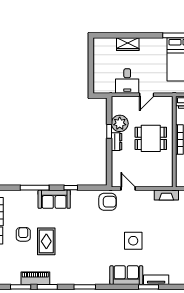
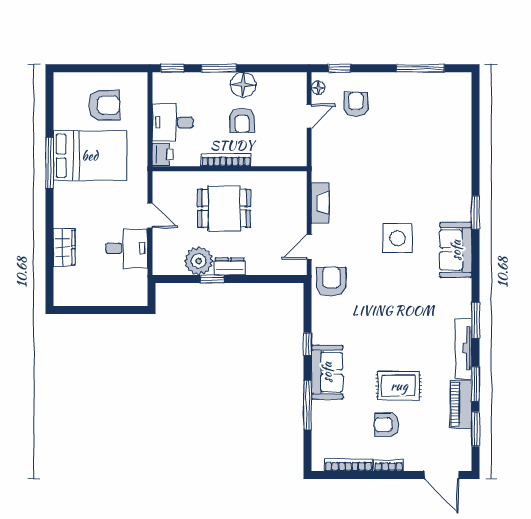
dining table: (151, 138) -> (224, 208), turned 90
fireplace: (166, 195) -> (320, 203), moved
tv unit: (156, 280) -> (464, 348), moved, width x1.41

